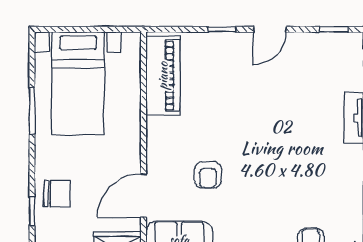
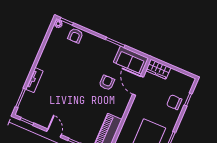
door: (270, 29) -> (54, 133), hinge flipped
door: (143, 196) -> (138, 86), swing flipped

